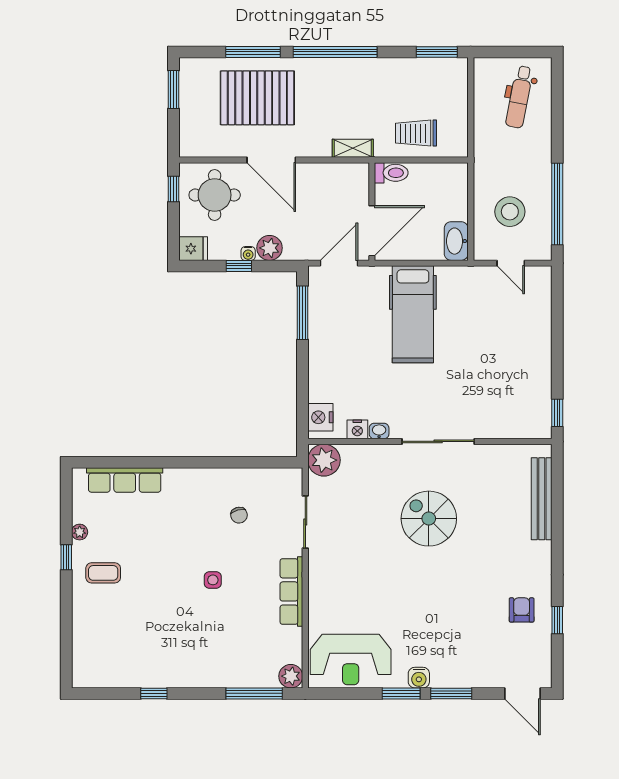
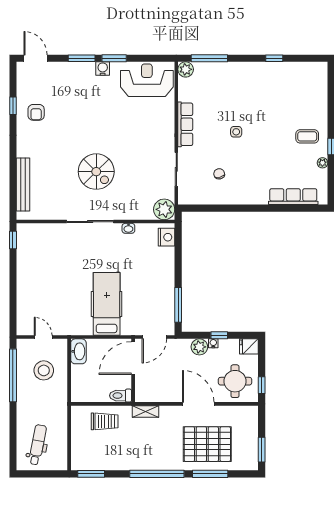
nightstand: (357, 429) -> (143, 229), removed

